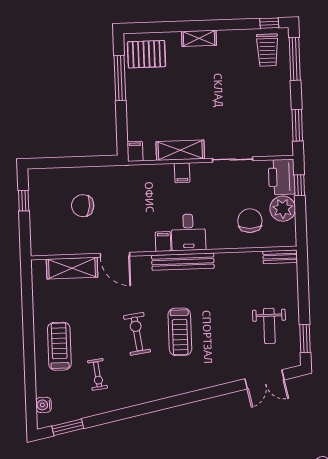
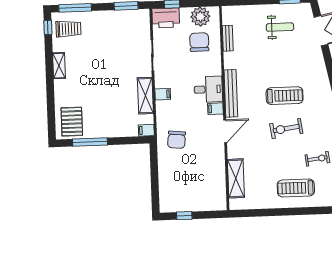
shelving: (199, 38) -> (59, 66), moved
chair: (83, 206) -> (177, 140), moved
plant: (283, 209) -> (200, 17), moved
chair: (250, 221) -> (199, 42), turned 90
door: (115, 255) -> (225, 131), moved
bench: (280, 257) -> (228, 38), moved

